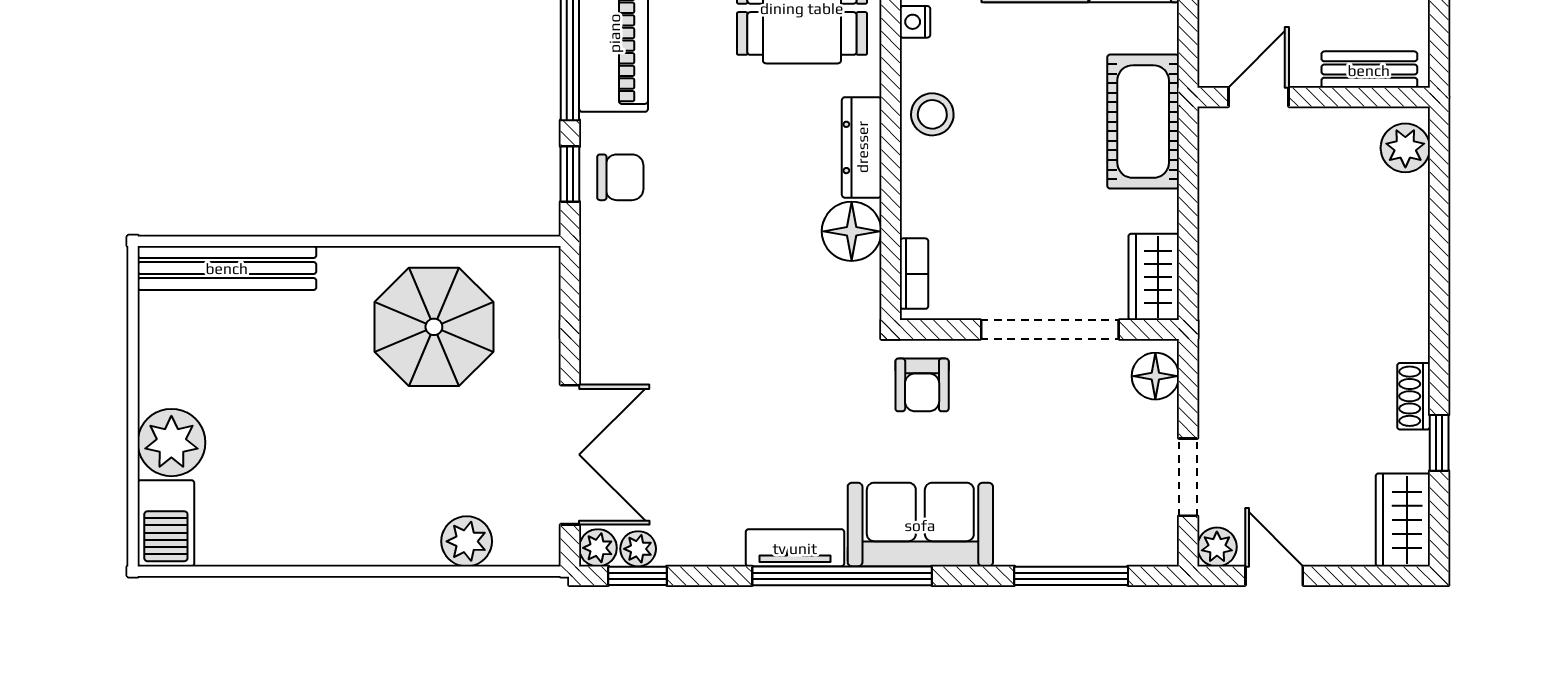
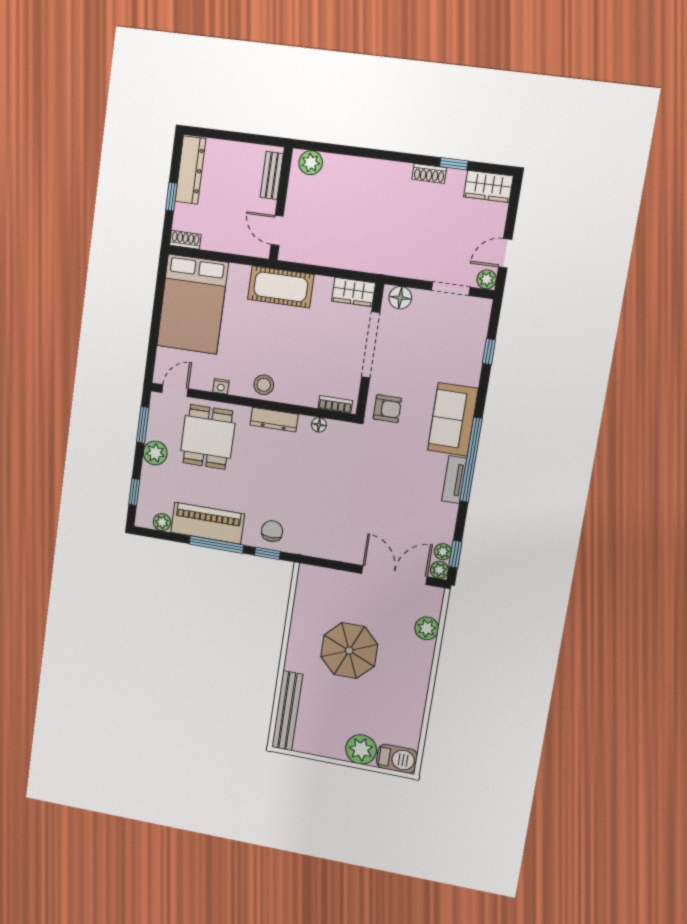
floor lamp: (852, 231) -> (319, 425), width x0.53, depth x0.53
parasol: (434, 327) -> (349, 651), moved
window: (1071, 576) -> (489, 352), width x0.46

